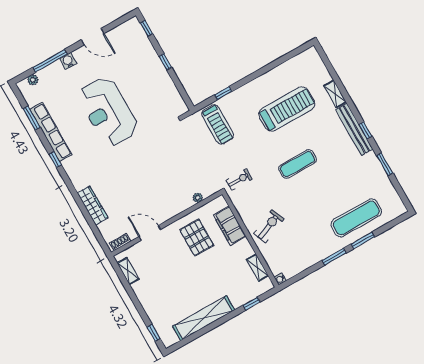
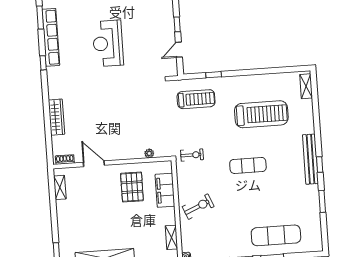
door: (179, 85) -> (179, 50), added
shelving: (335, 94) -> (306, 86), moved
reception desk: (108, 112) -> (108, 43), width x0.74, depth x0.77
treadmill: (218, 124) -> (196, 99), turned -90

